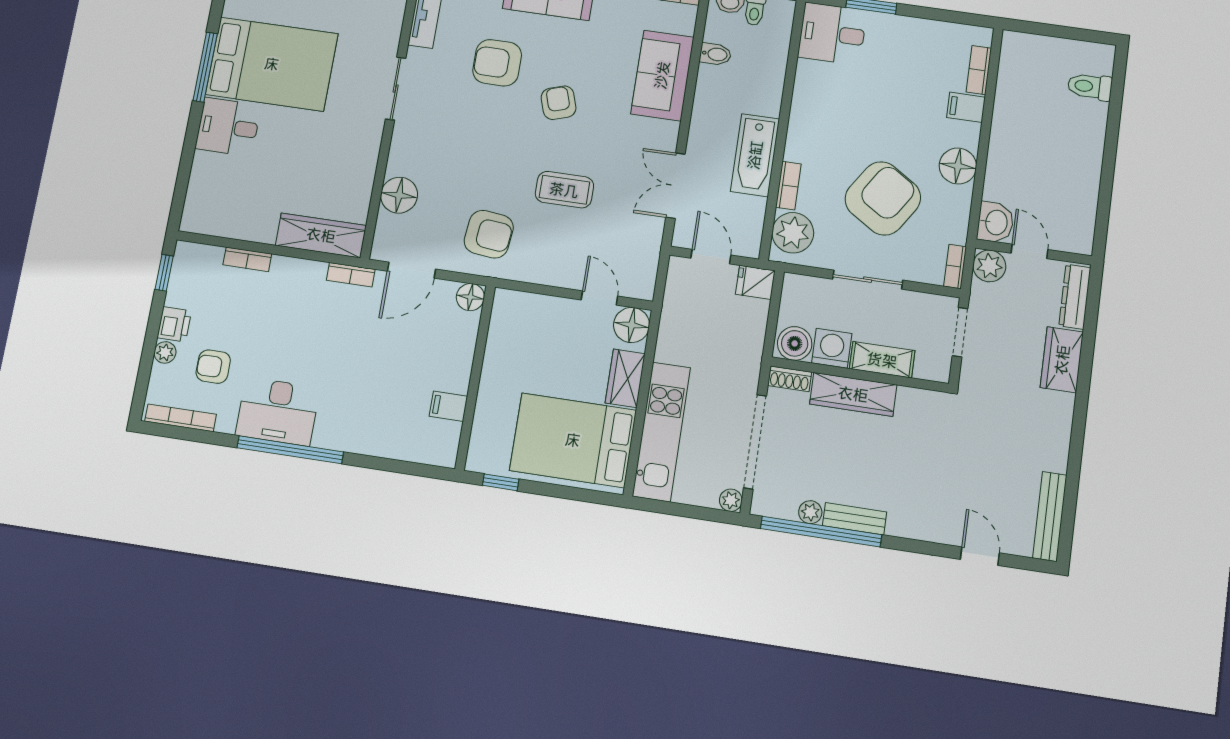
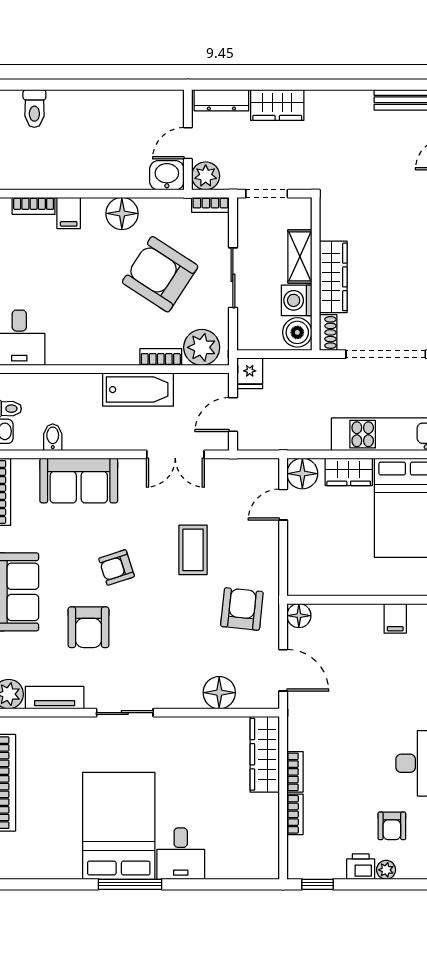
bookcase: (351, 275) -> (295, 772), moved

